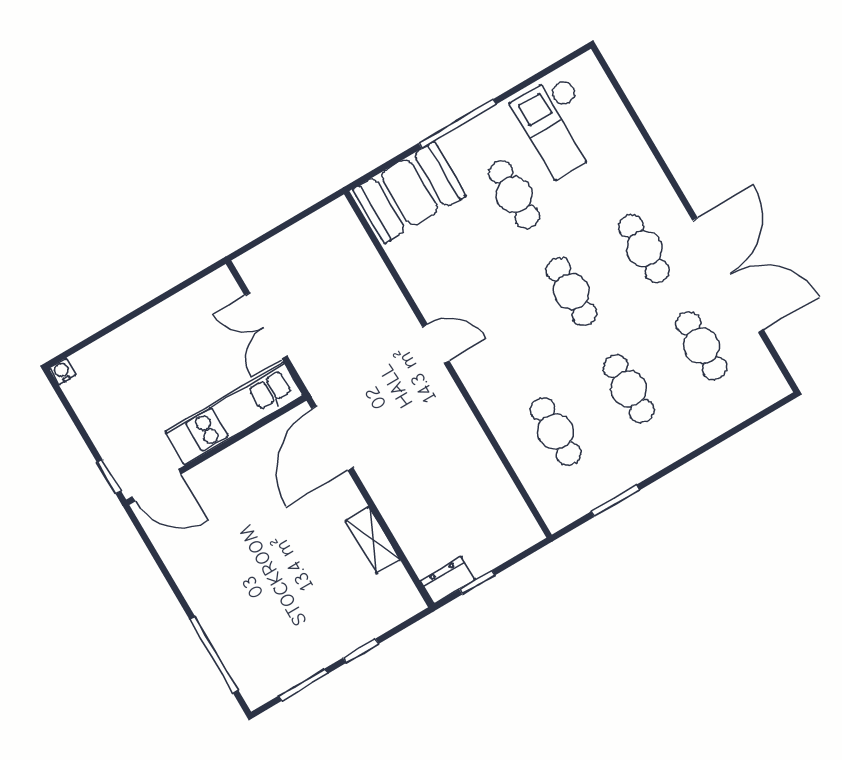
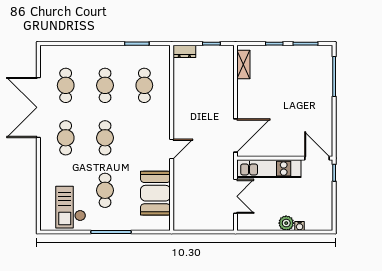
checkout: (559, 126) -> (71, 207), turned 180
booth: (409, 192) -> (155, 193), moved, turned 90
plant: (143, 331) -> (286, 223), added
door: (436, 344) -> (172, 149), swing flipped
water cooler: (62, 372) -> (300, 226), moved
shelving: (373, 540) -> (243, 64), moved
dresser: (447, 580) -> (184, 51), moved

